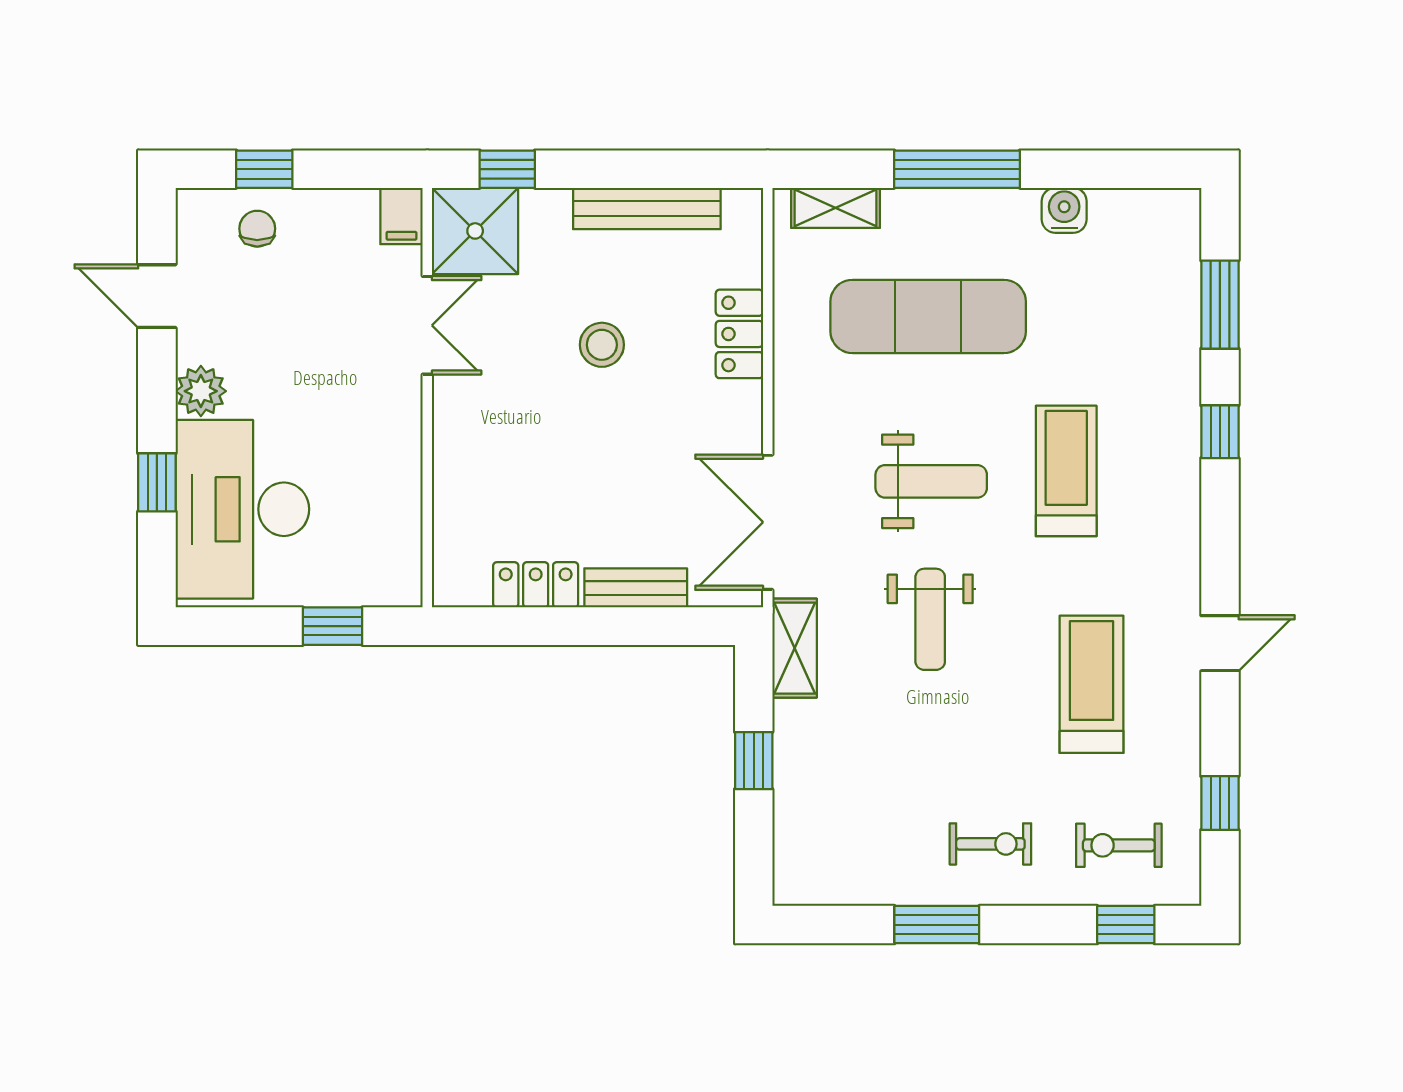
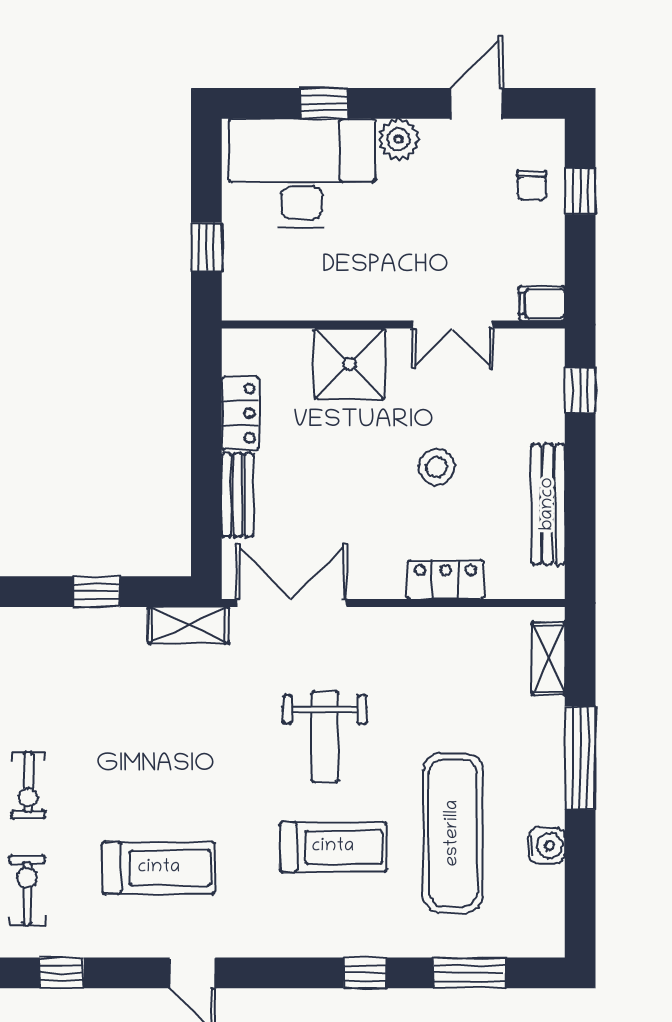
chair: (257, 229) -> (532, 185), turned 90
shower: (475, 231) -> (350, 364), moved
exercise mat: (928, 316) -> (453, 833), moved
weight bench: (930, 619) -> (212, 736), removed

